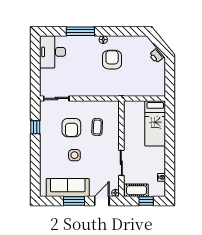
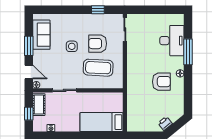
desk: (53, 52) -> (172, 41), moved, turned 90
coffee table: (97, 127) -> (98, 68), width x1.86, depth x1.72
sofa: (68, 187) -> (41, 35), width x0.73

